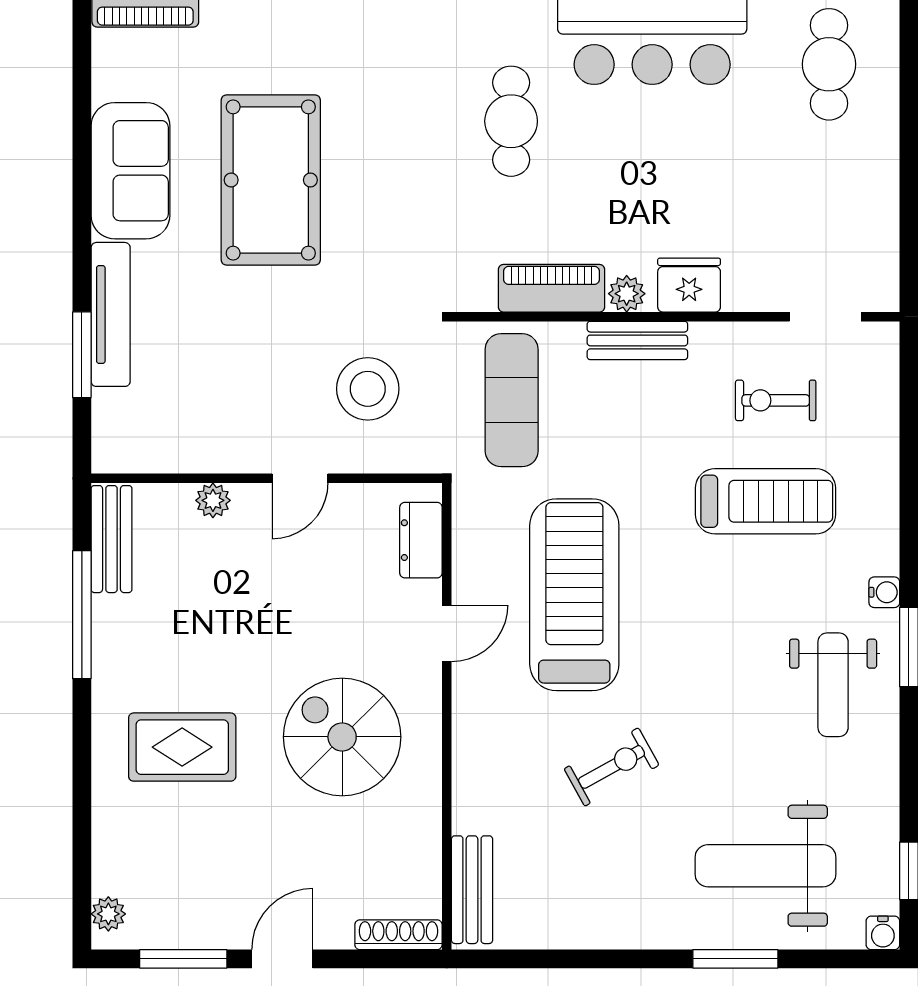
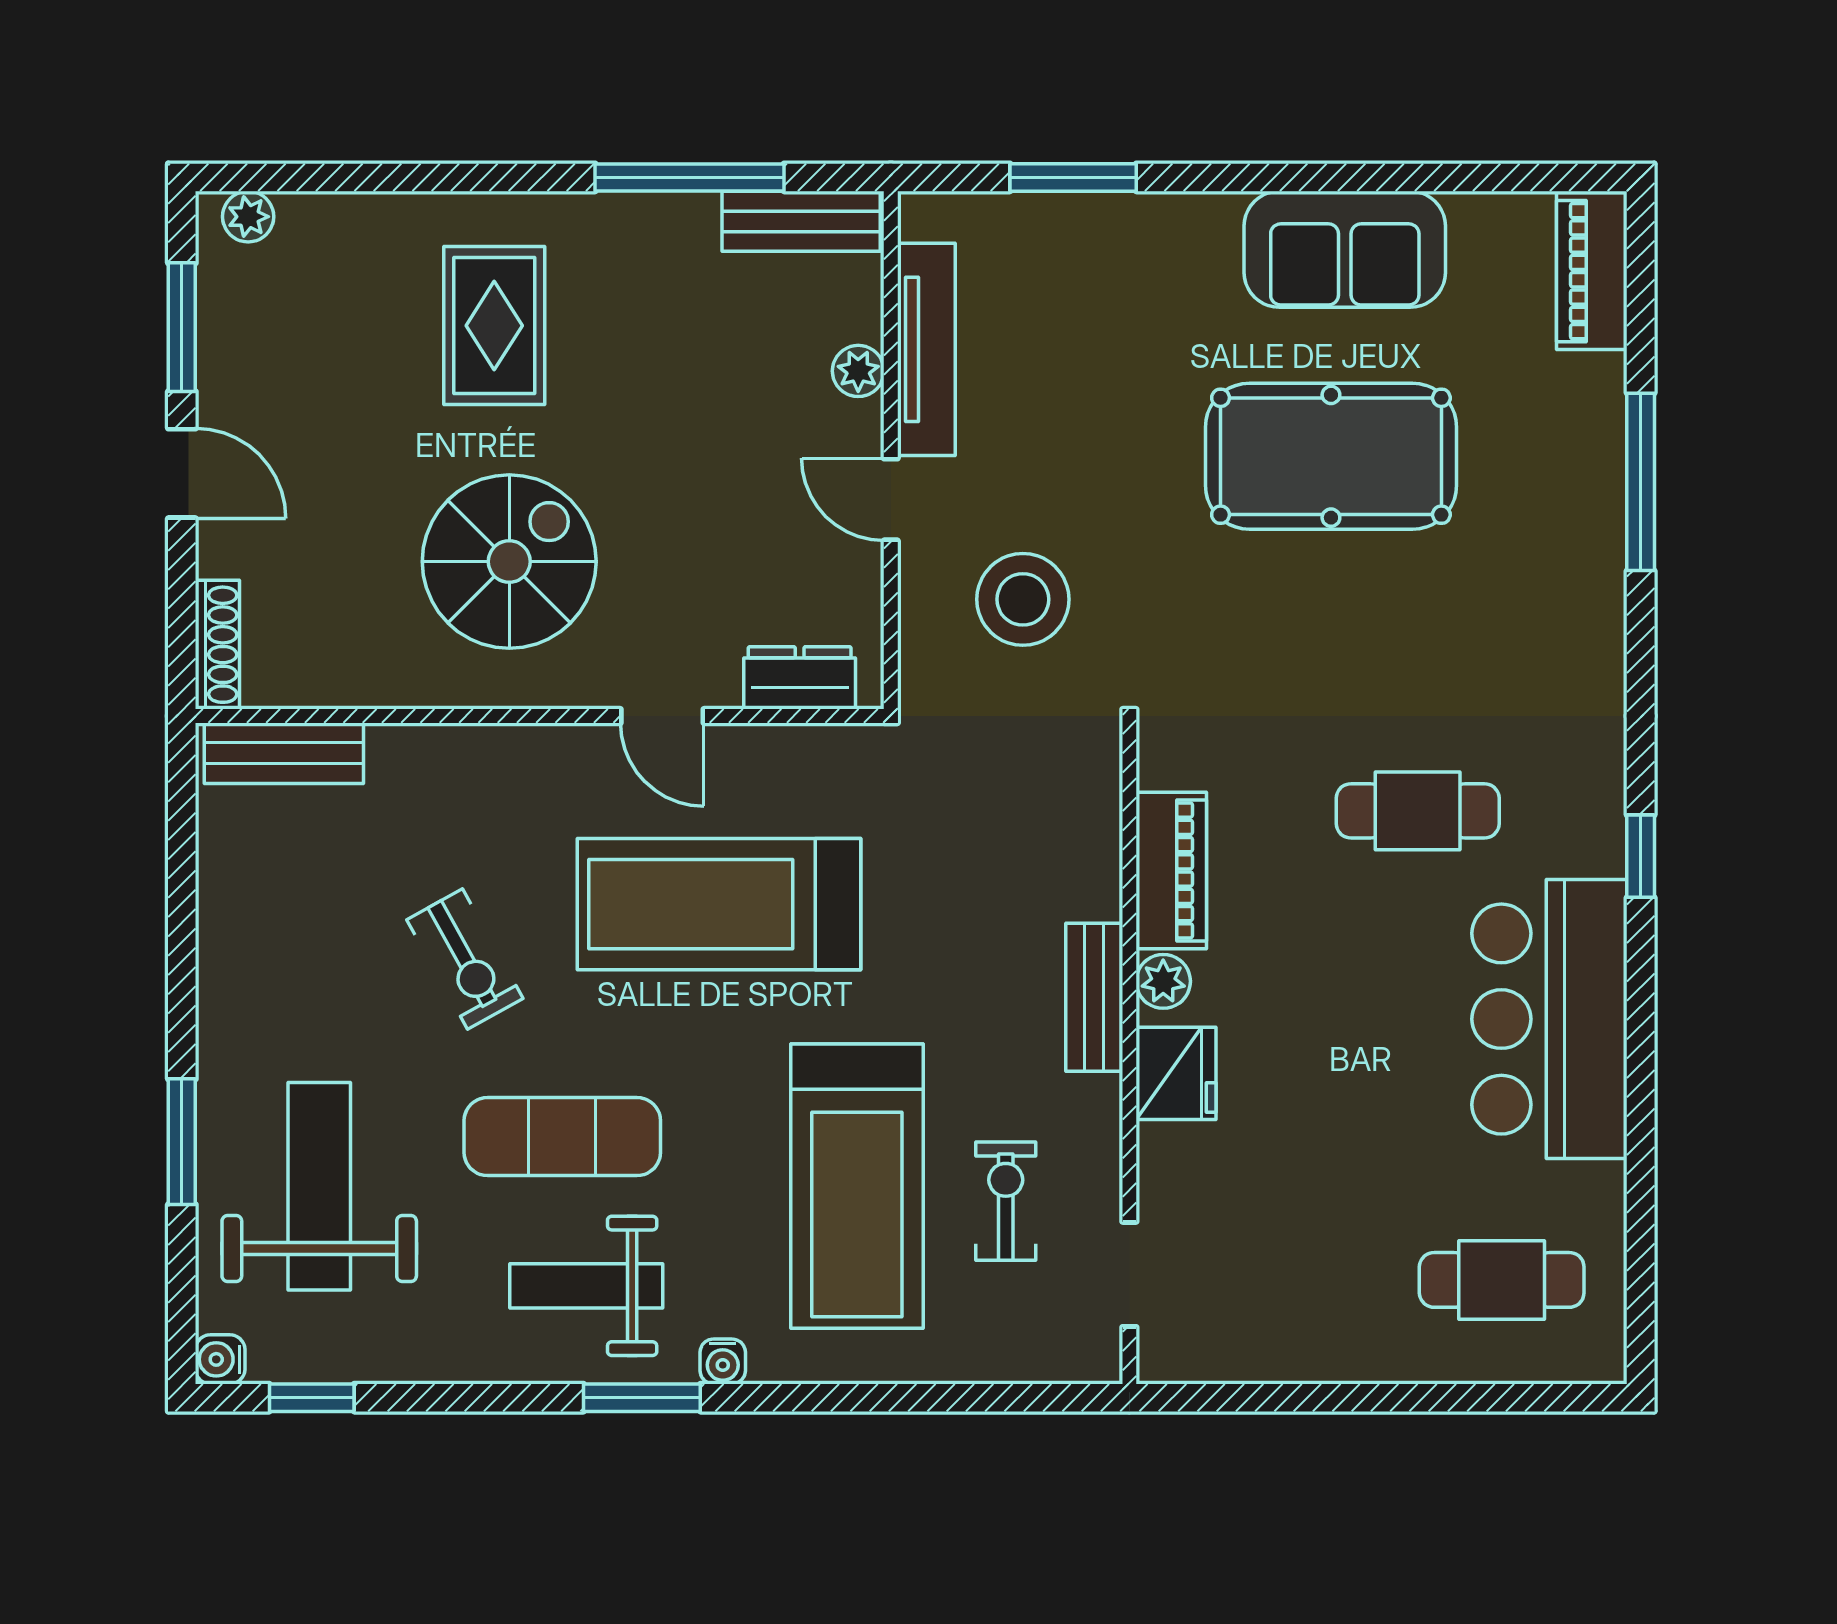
tv unit: (111, 314) -> (926, 349), moved, turned -90
exercise mat: (512, 400) -> (562, 1137), moved
treadmill: (765, 501) -> (857, 1186), width x1.37, depth x1.38
treadmill: (574, 595) -> (719, 904), turned 180

